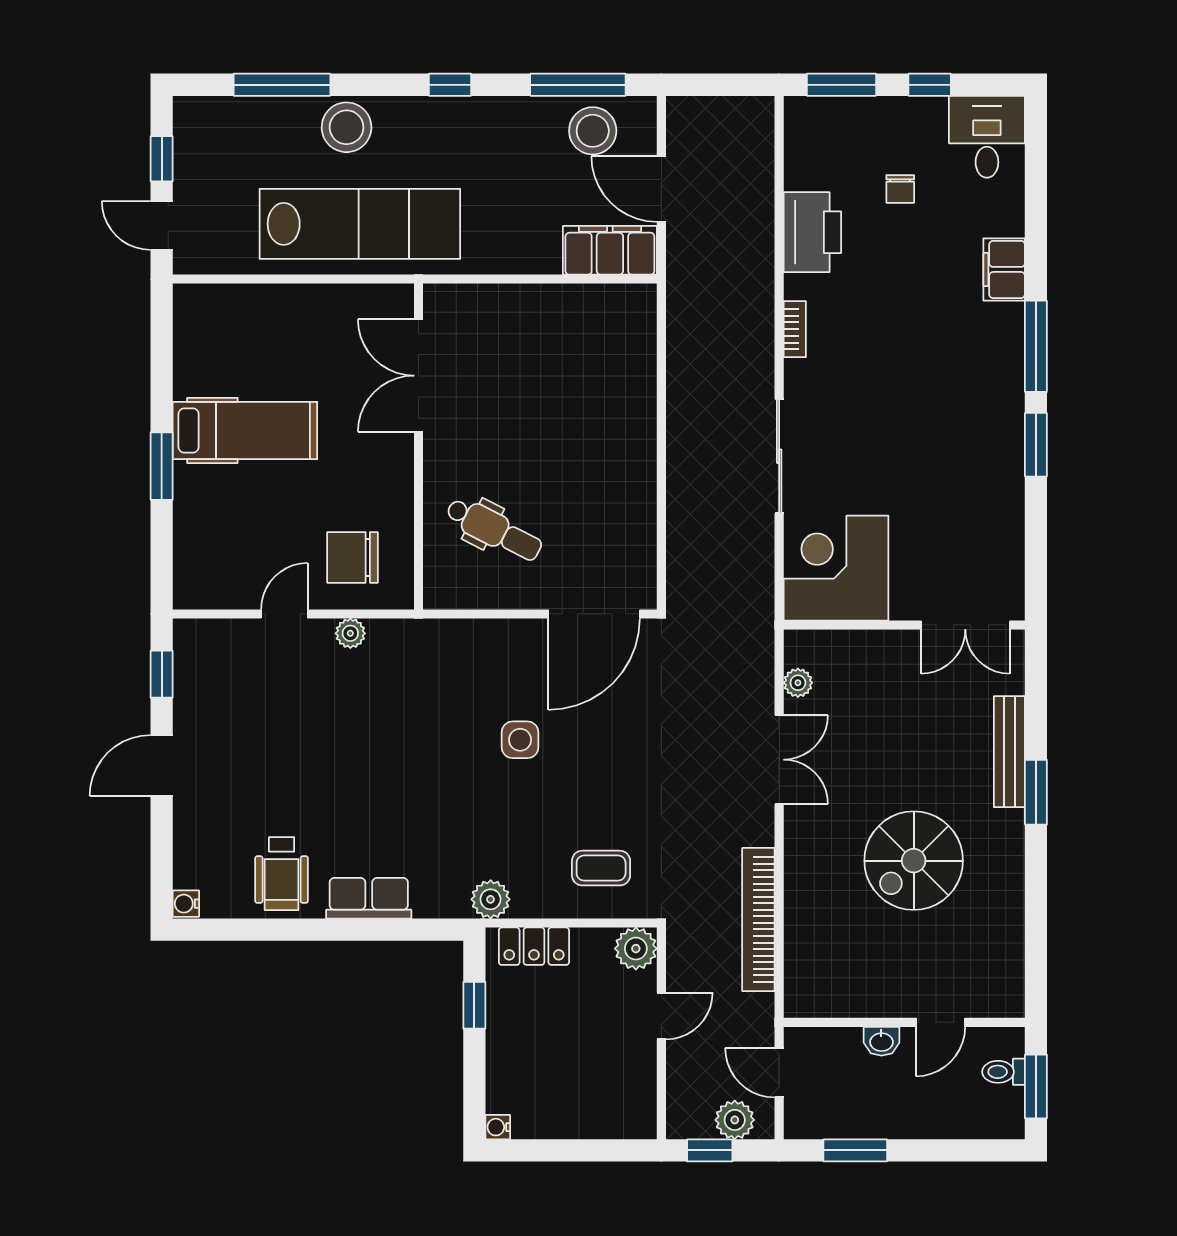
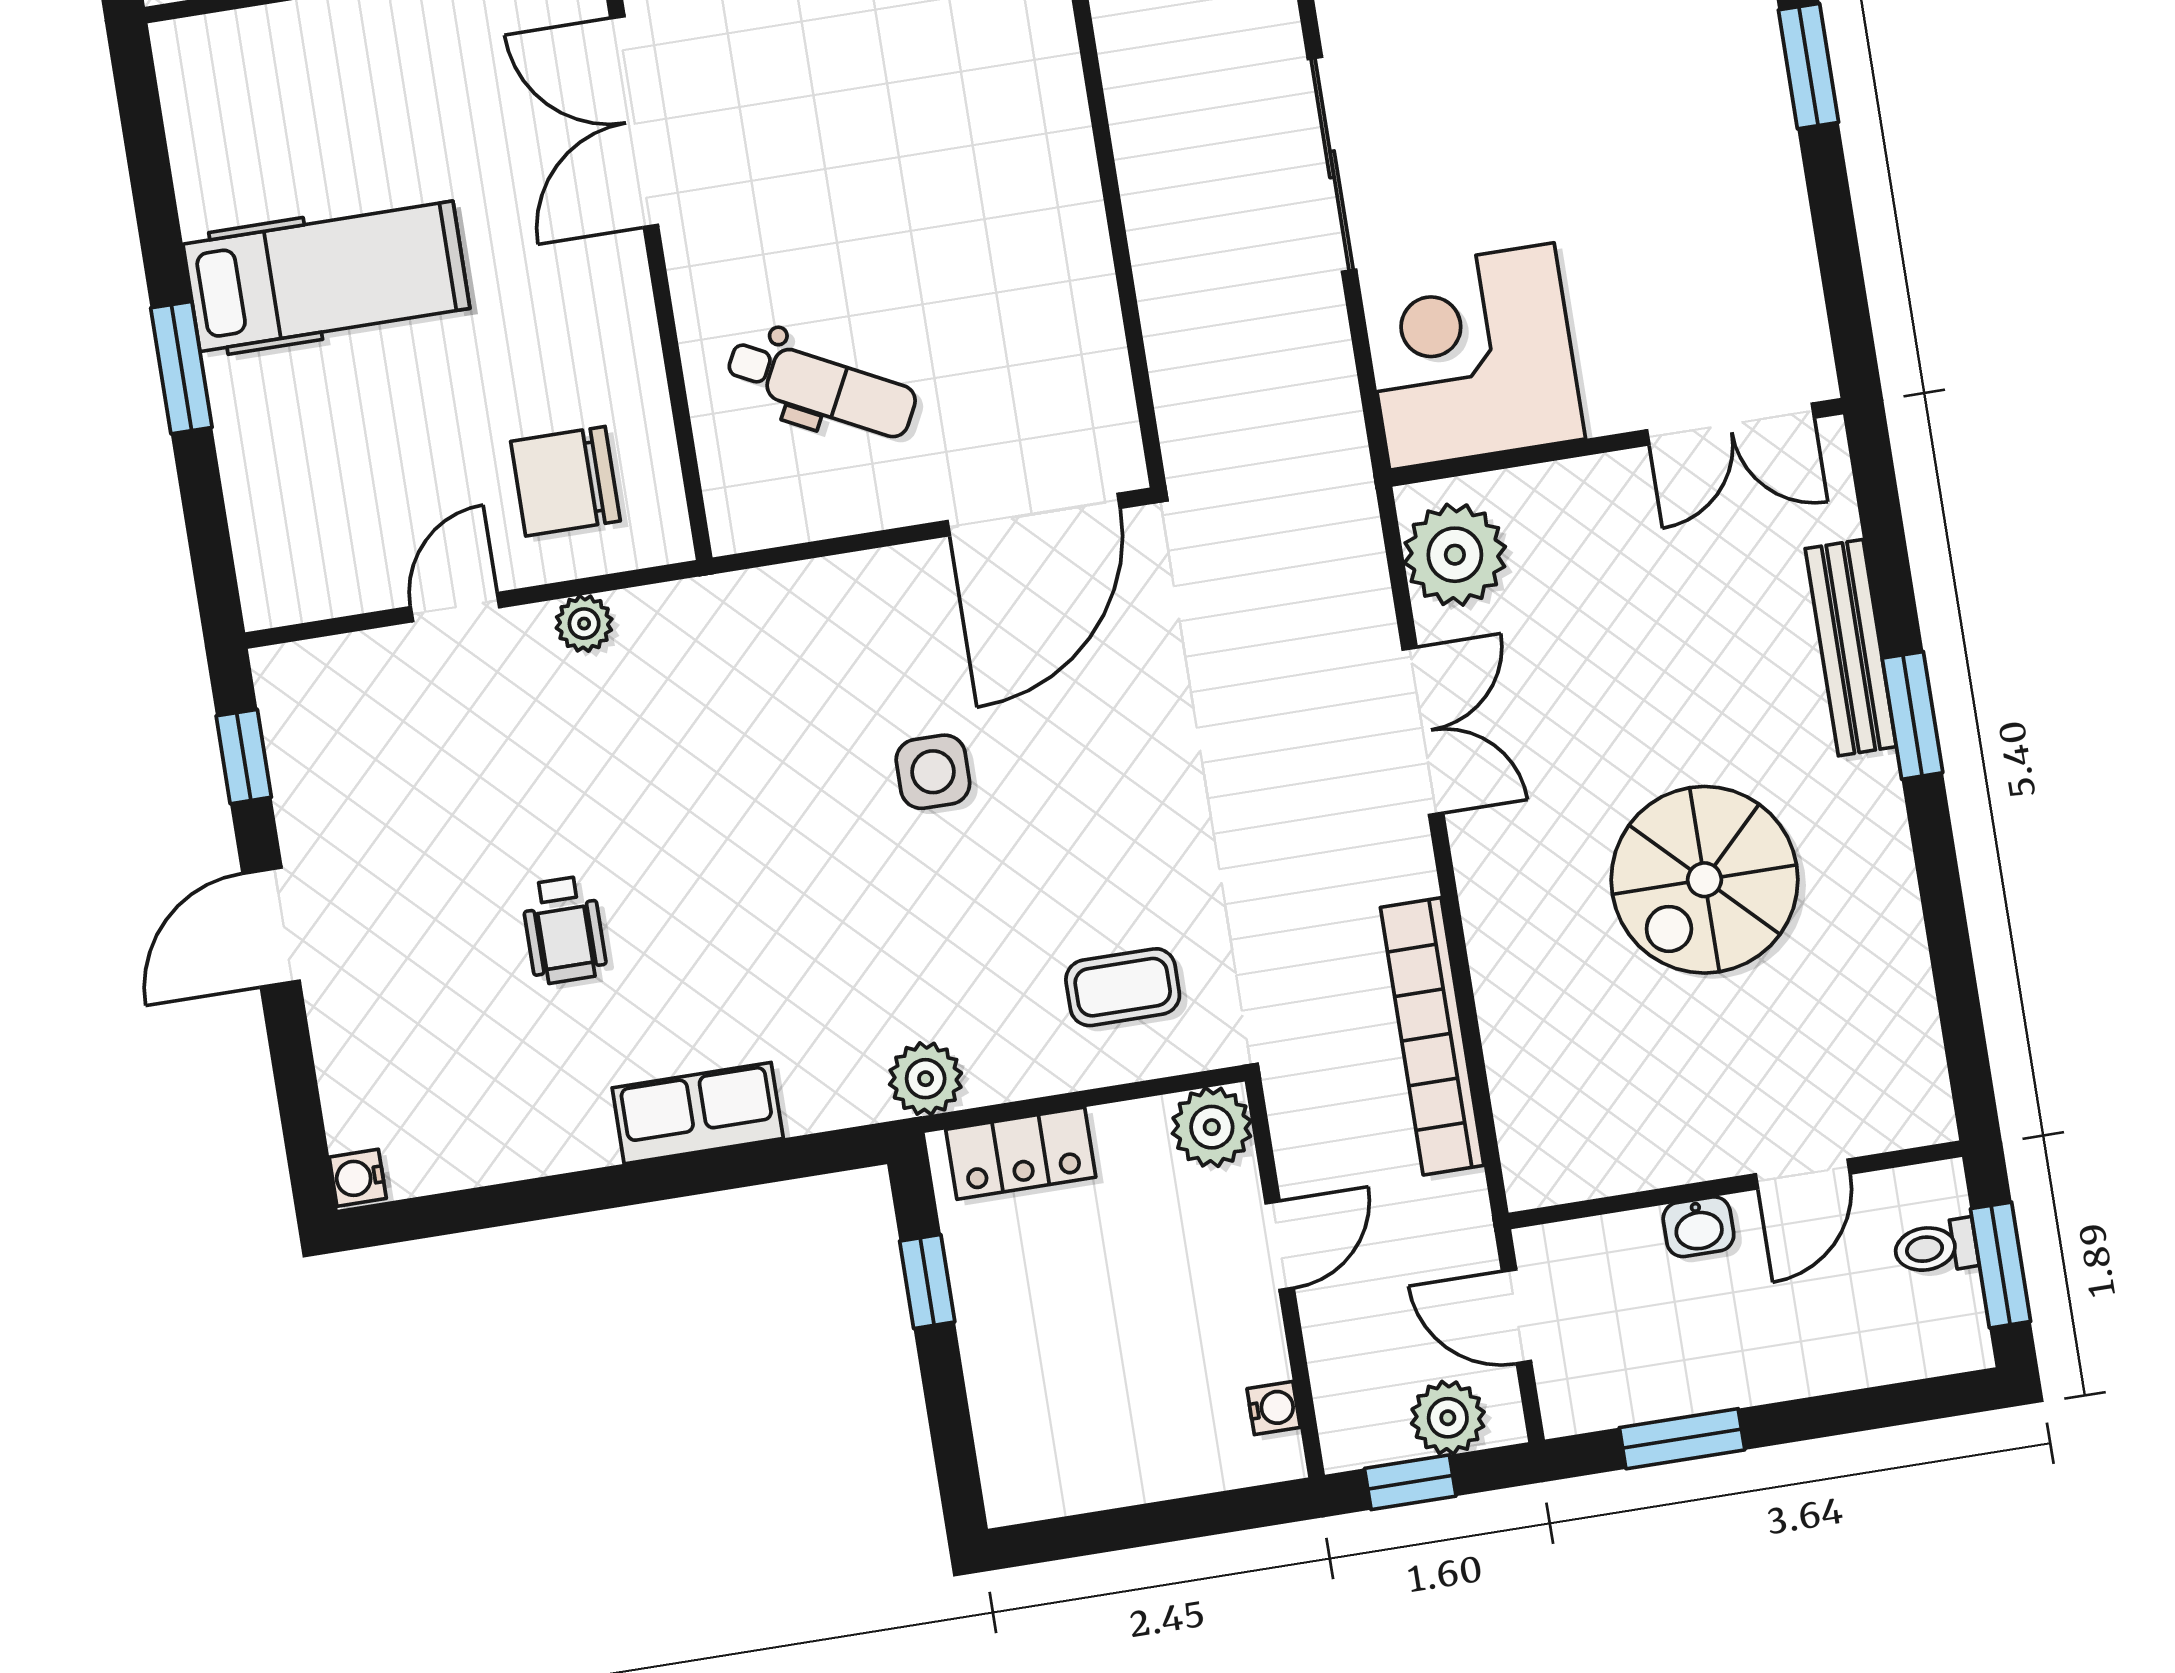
plant: (798, 683) -> (1455, 555), width x1.88, depth x1.88
wheelchair: (282, 874) -> (564, 930), moved, width x0.73, depth x0.73
water cooler: (498, 1127) -> (1274, 1408), moved, turned 180

